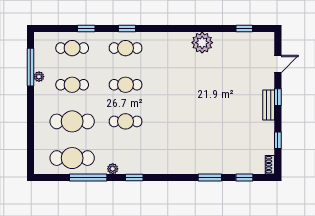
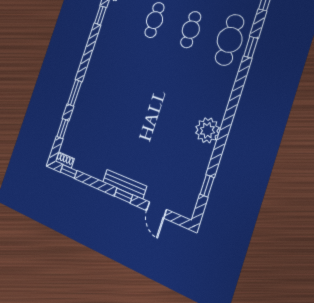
cafe table: (126, 48) -> (230, 40), width x1.37, depth x1.35
bench: (269, 105) -> (124, 184), width x1.36
window: (278, 140) -> (69, 171), moved

